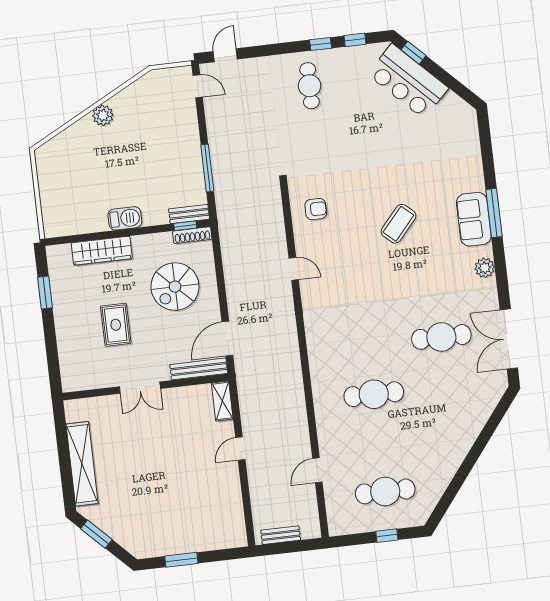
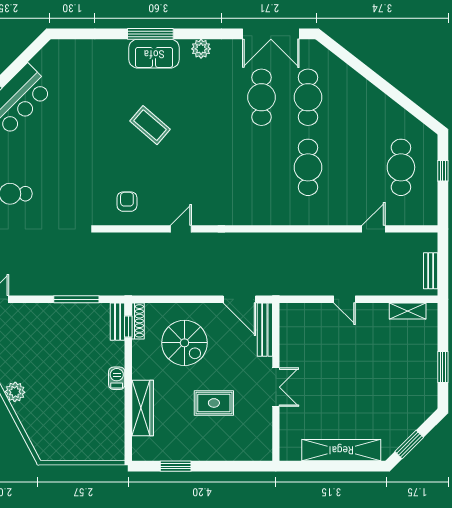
barbecue: (125, 218) -> (117, 378), width x0.73, depth x0.79
cafe table: (447, 386) -> (308, 97), added
shelving: (222, 401) -> (408, 311), moved
door: (317, 470) -> (373, 229), swing flipped

